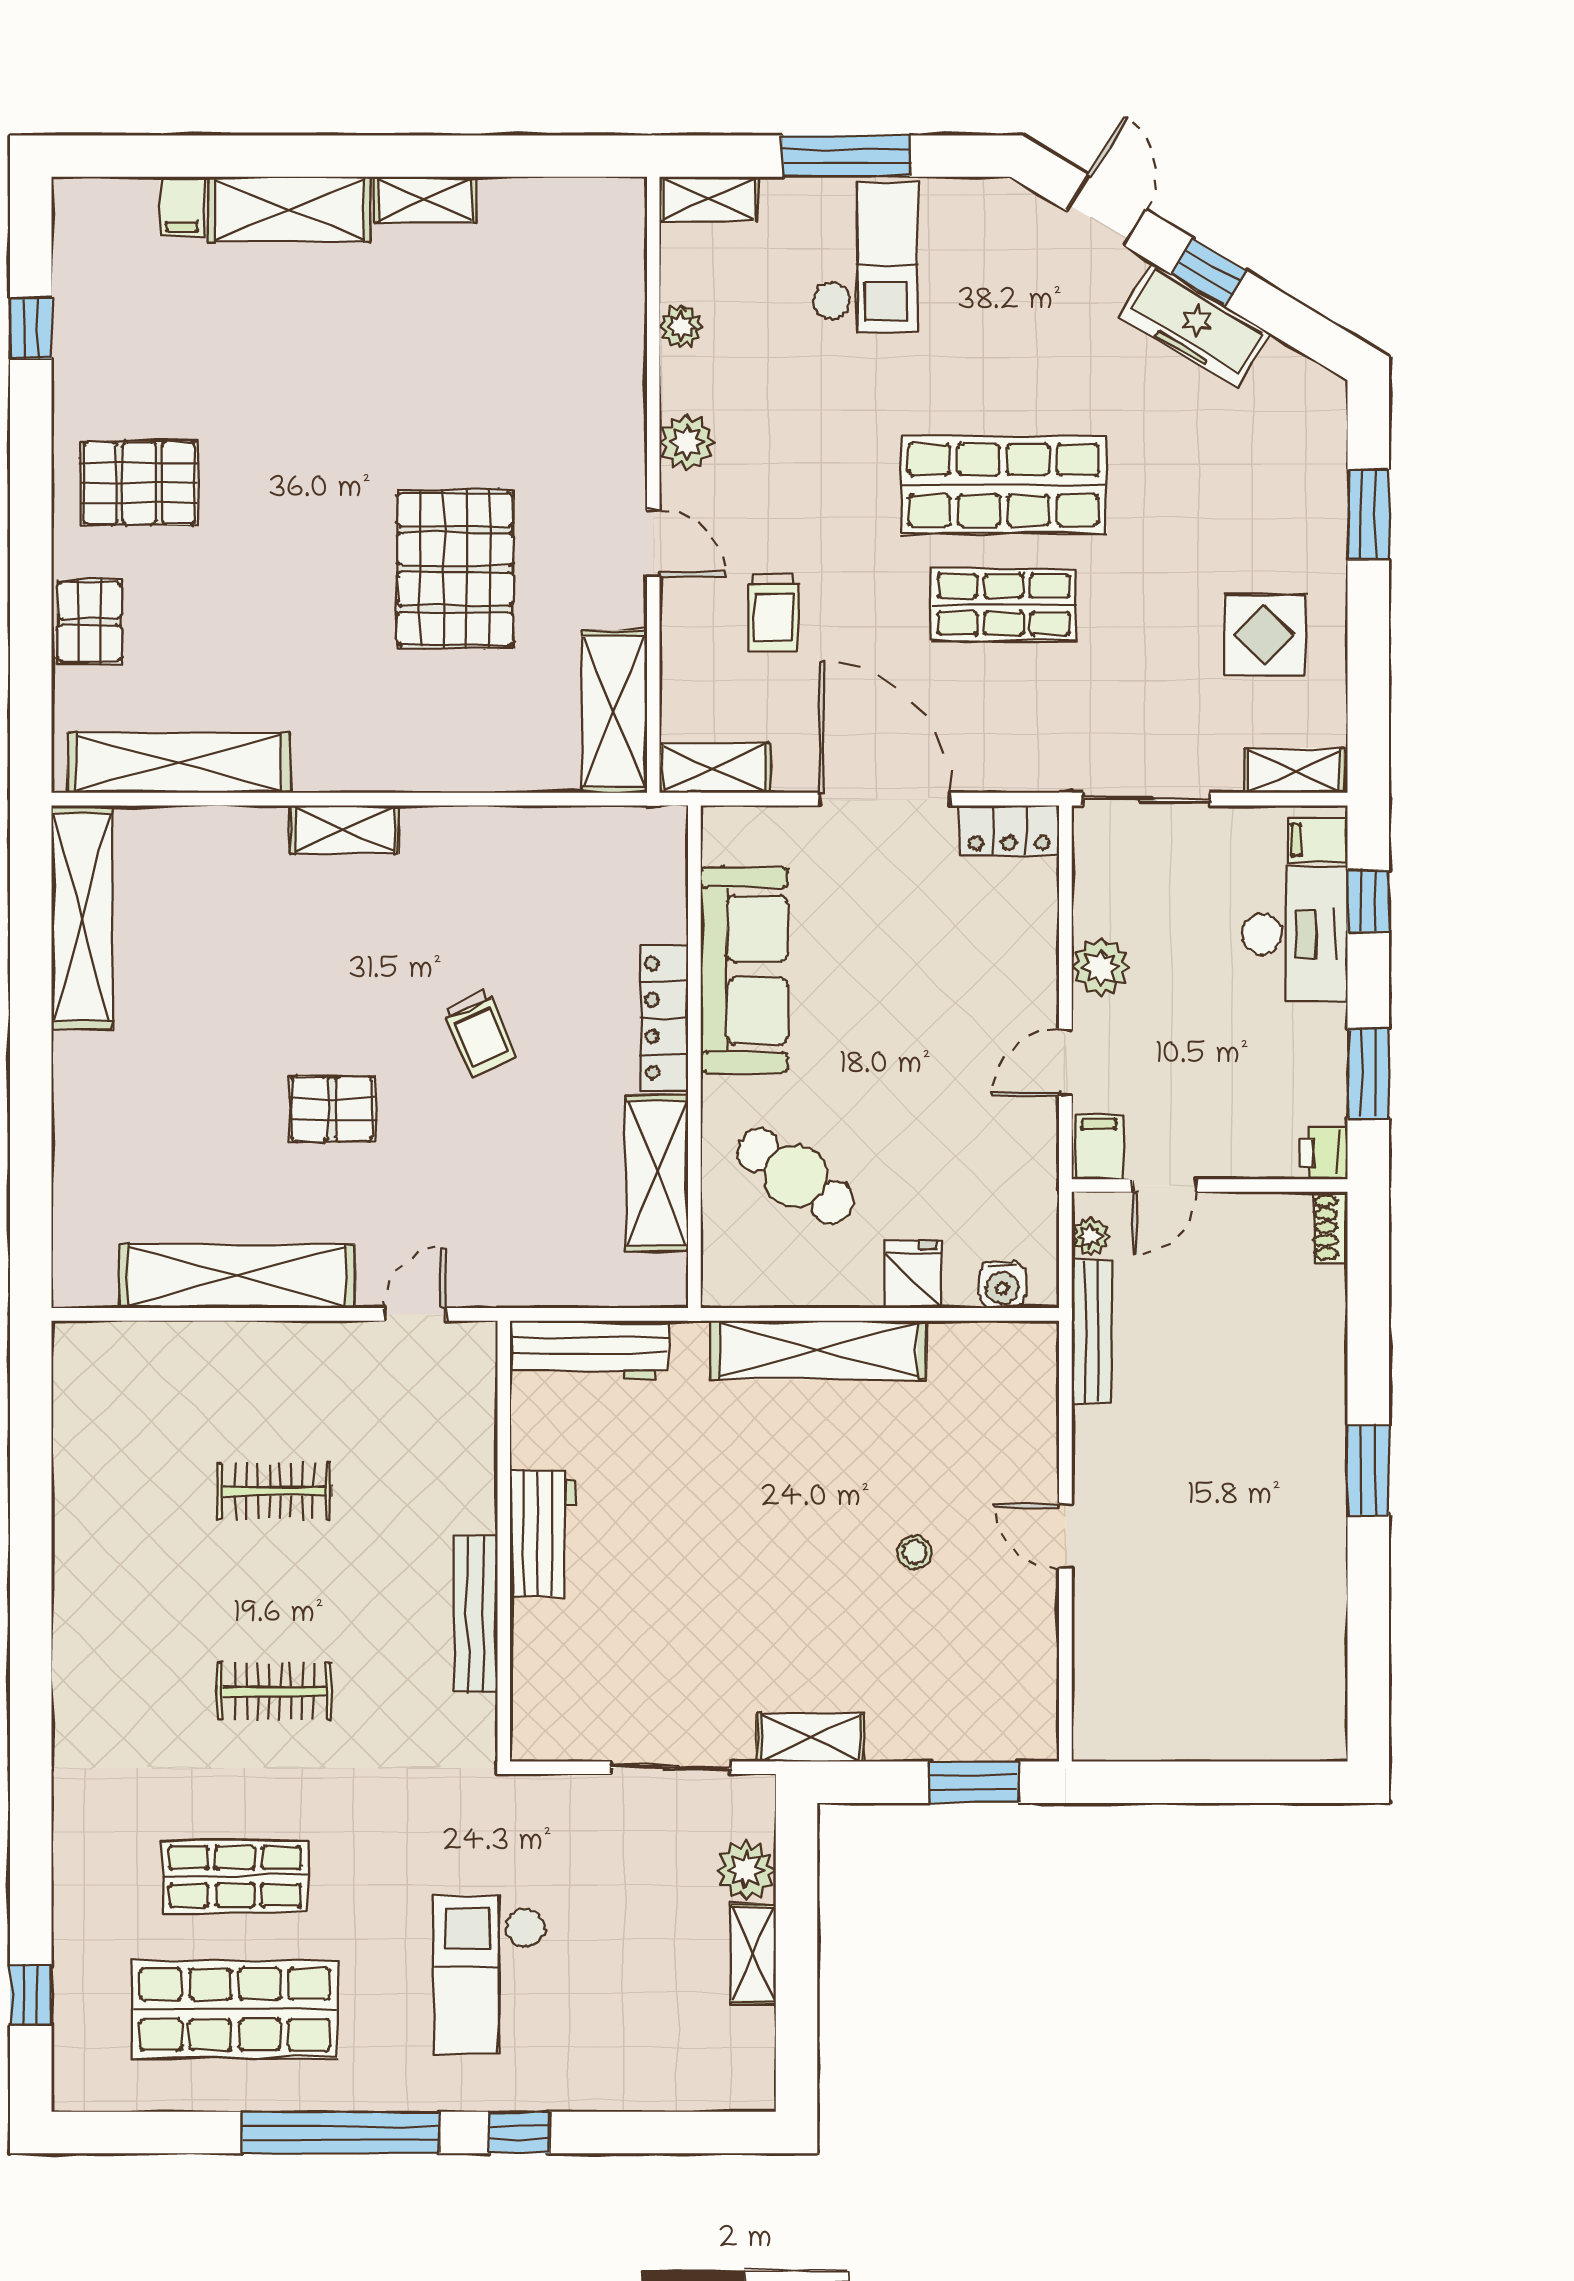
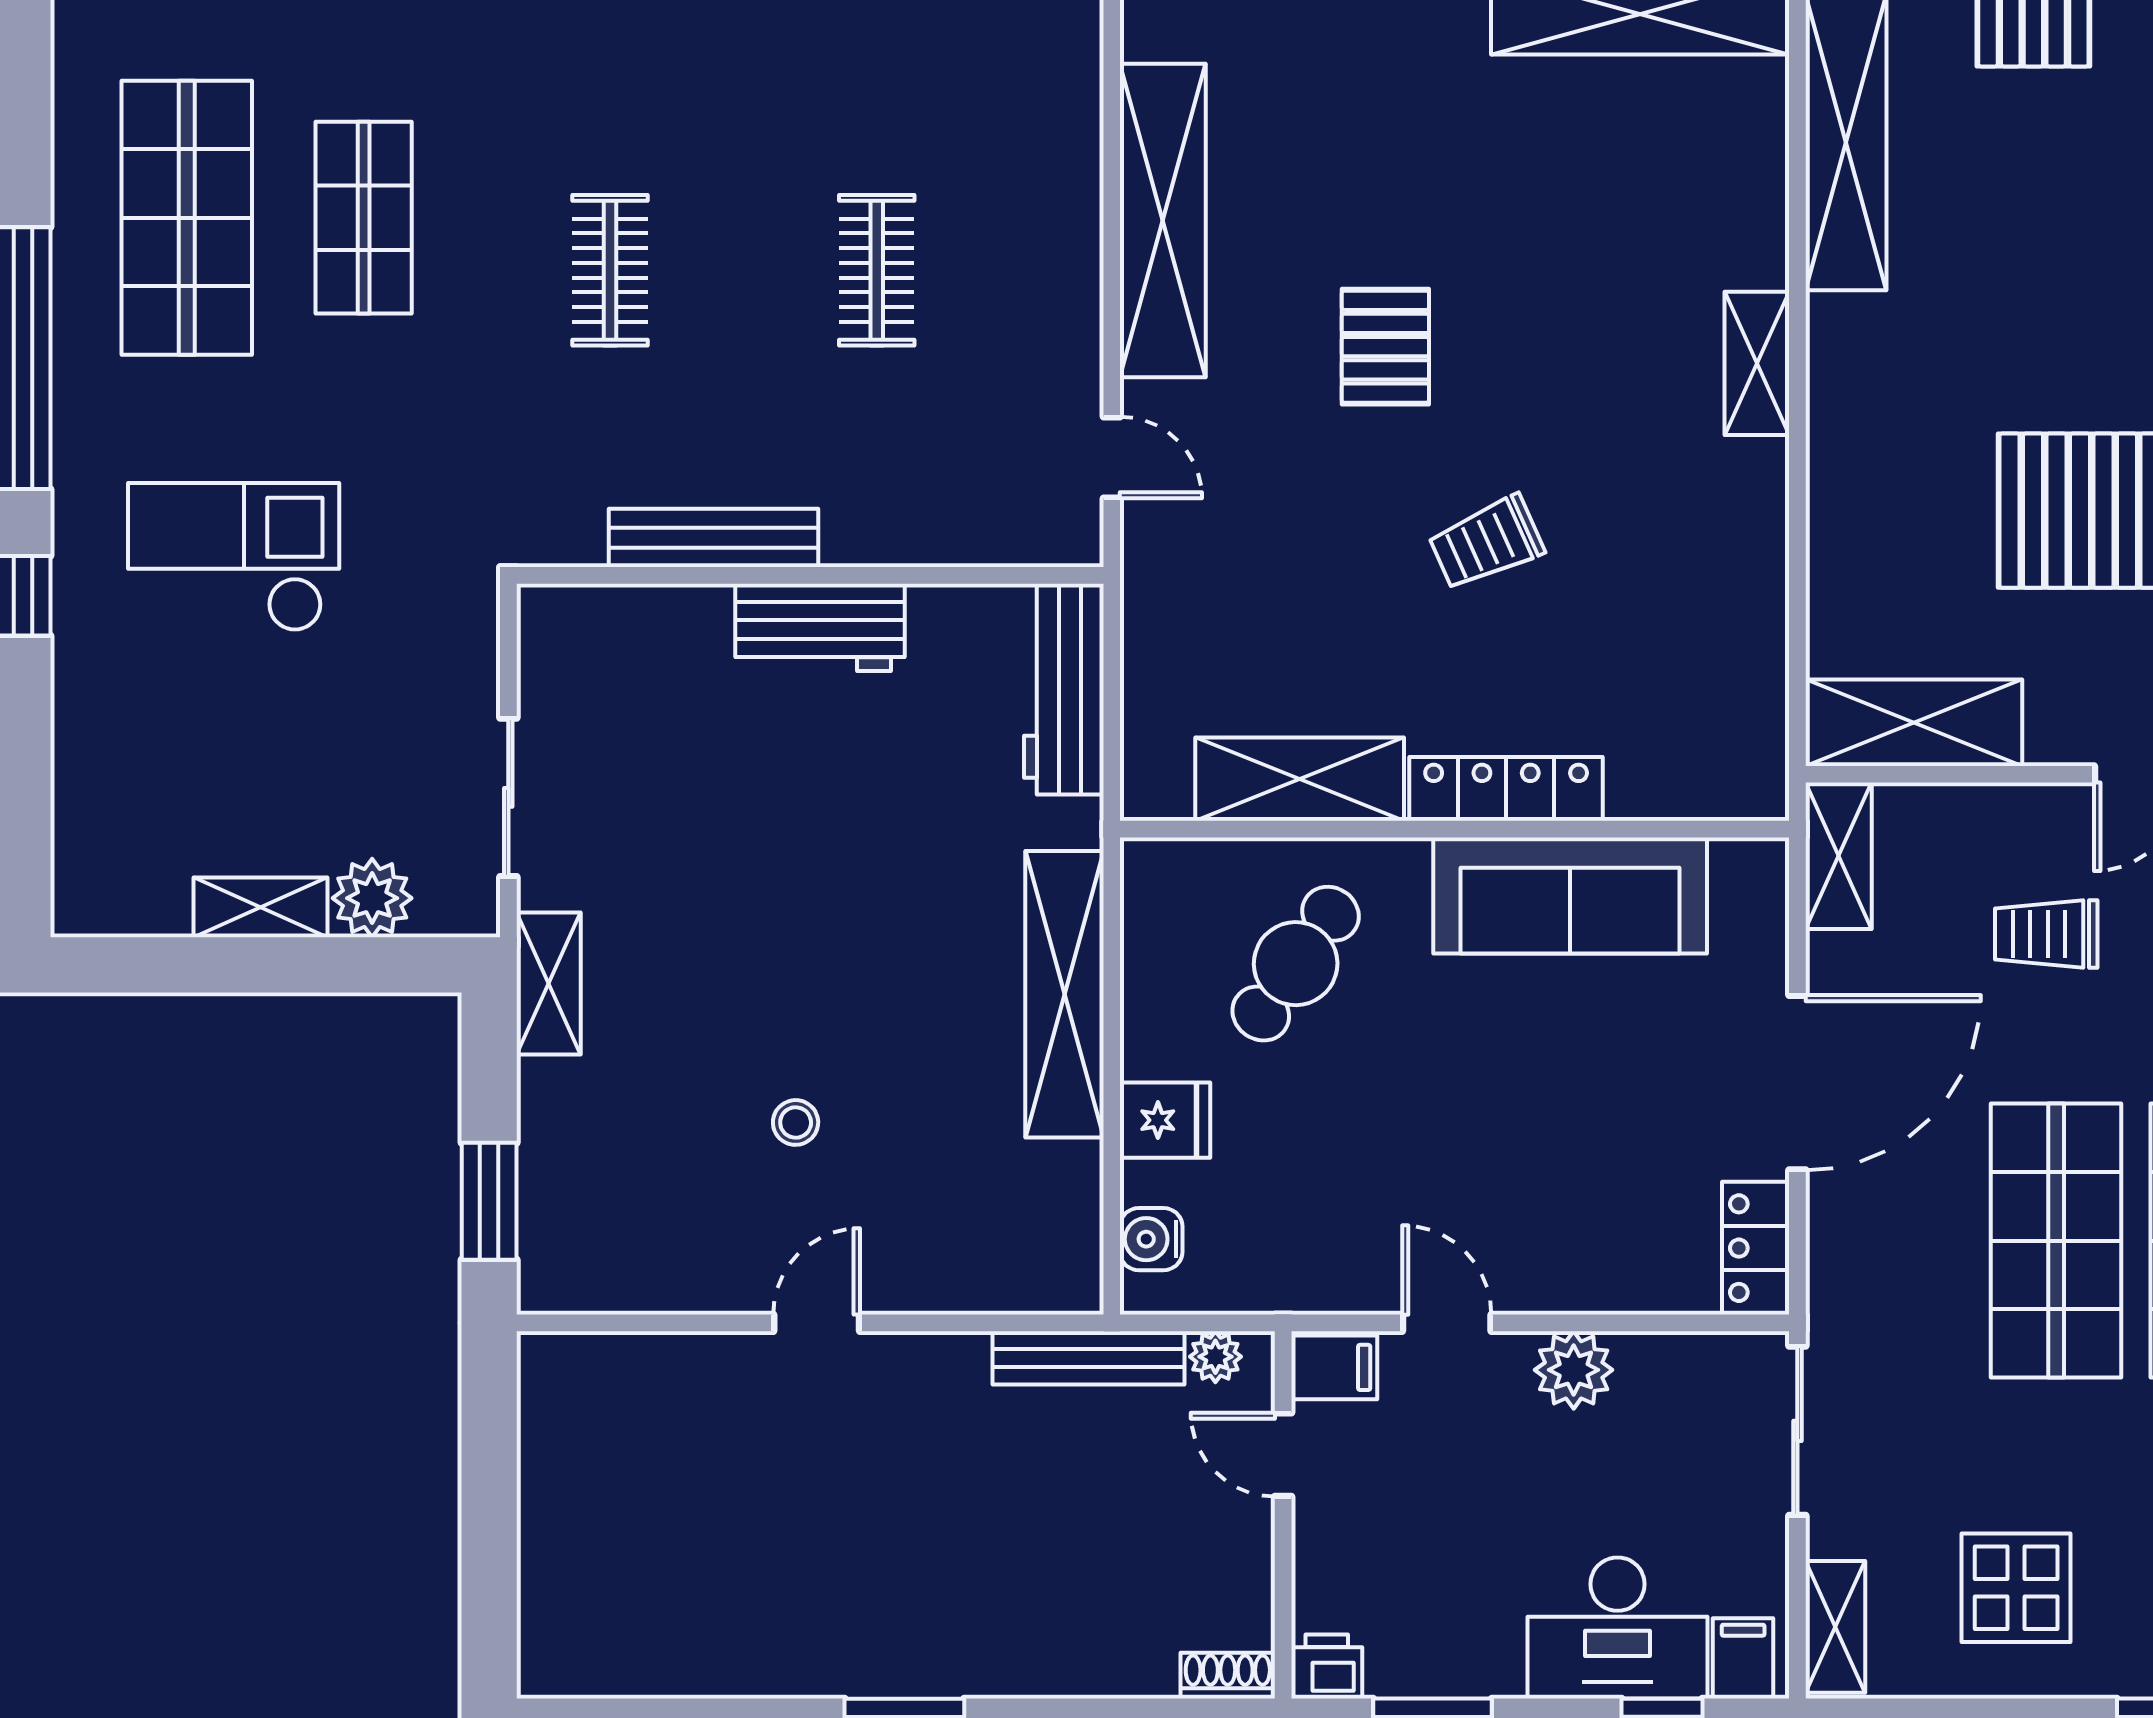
shop shelf: (1004, 605) -> (2056, 1241), width x1.43, depth x1.36

